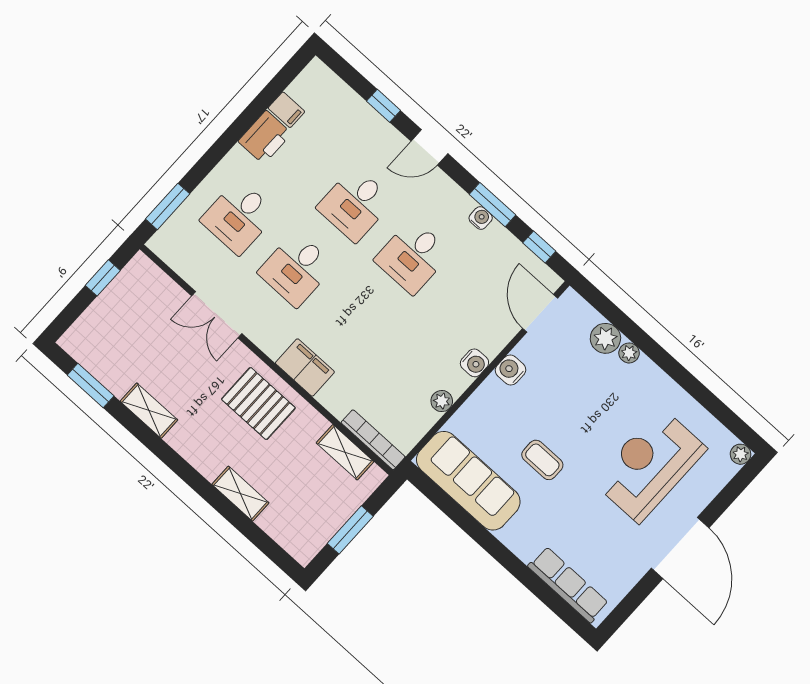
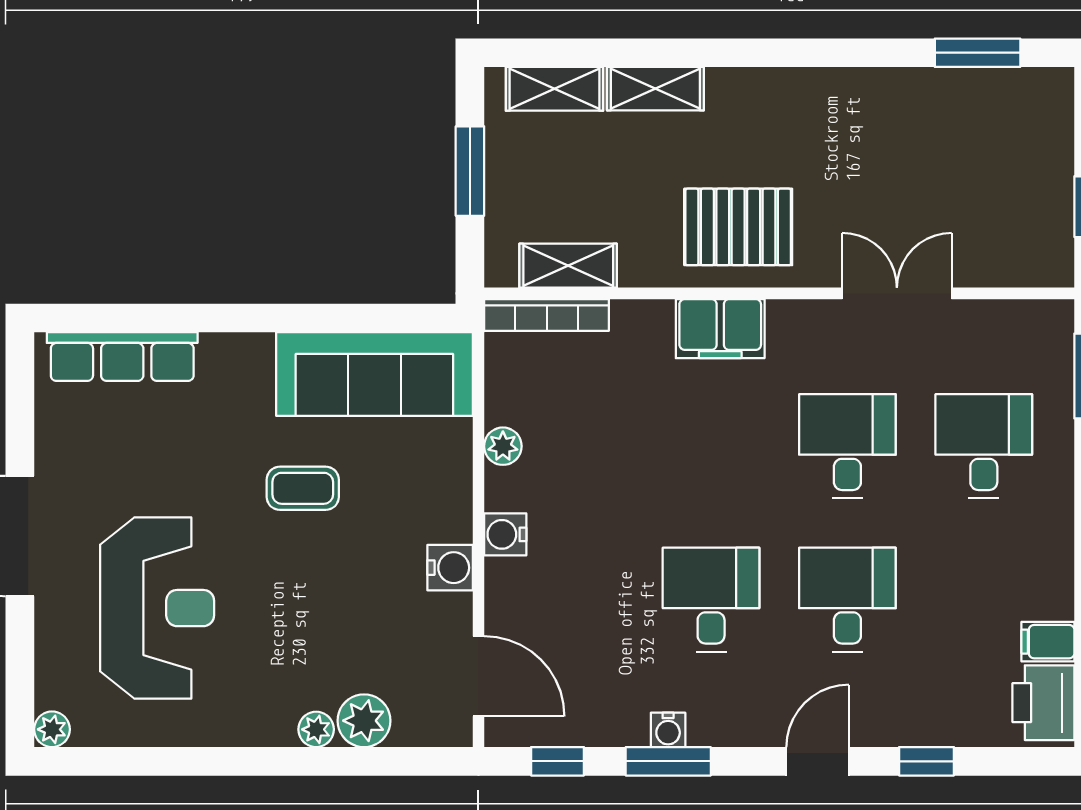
printer: (265, 137) -> (1043, 703), moved
shelving: (149, 411) -> (555, 89), moved

